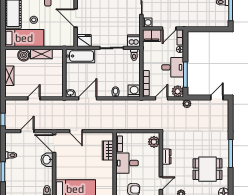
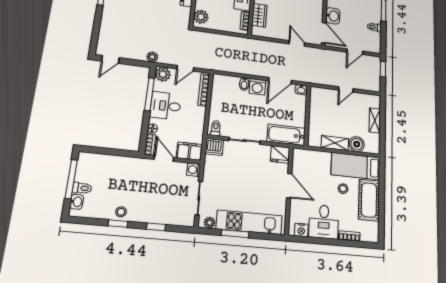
door: (169, 28) -> (164, 158), hinge flipped
washing machine: (134, 91) -> (257, 87), moved

